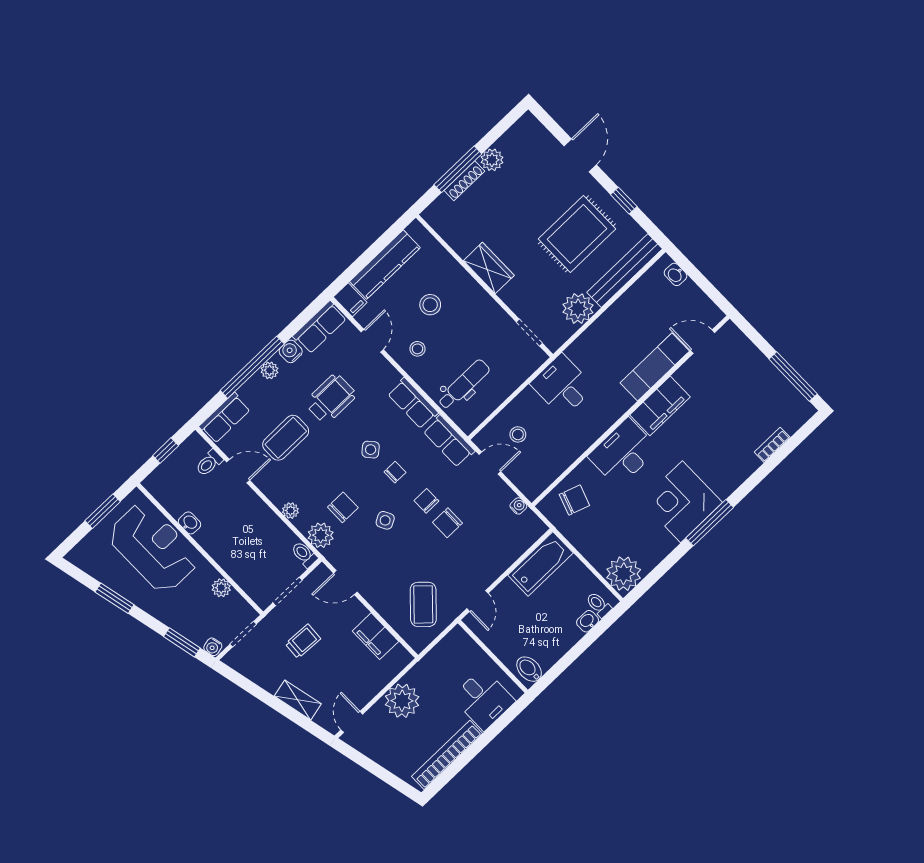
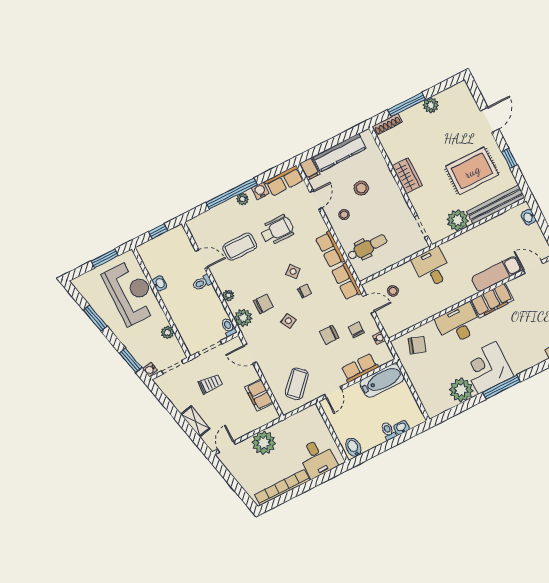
shoe rack: (464, 181) -> (387, 124), moved
row of seats: (225, 418) -> (360, 368), moved, turned 180
toilet: (209, 463) -> (202, 283), moved
chair: (426, 501) -> (356, 330), moved
plant: (624, 574) -> (461, 390), moved
toilet: (599, 605) -> (388, 431), moved

